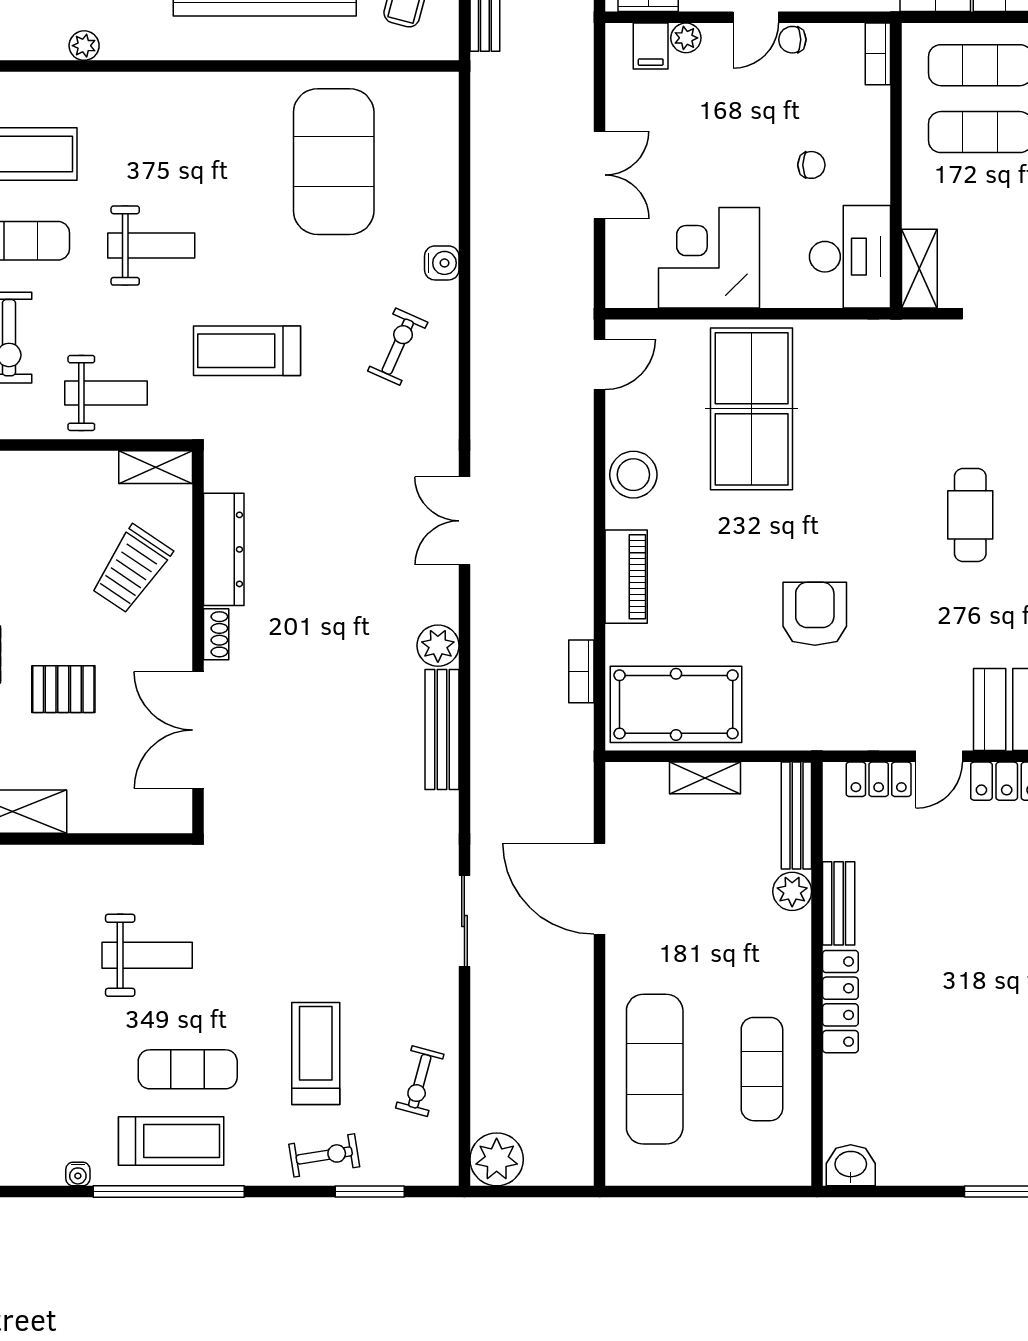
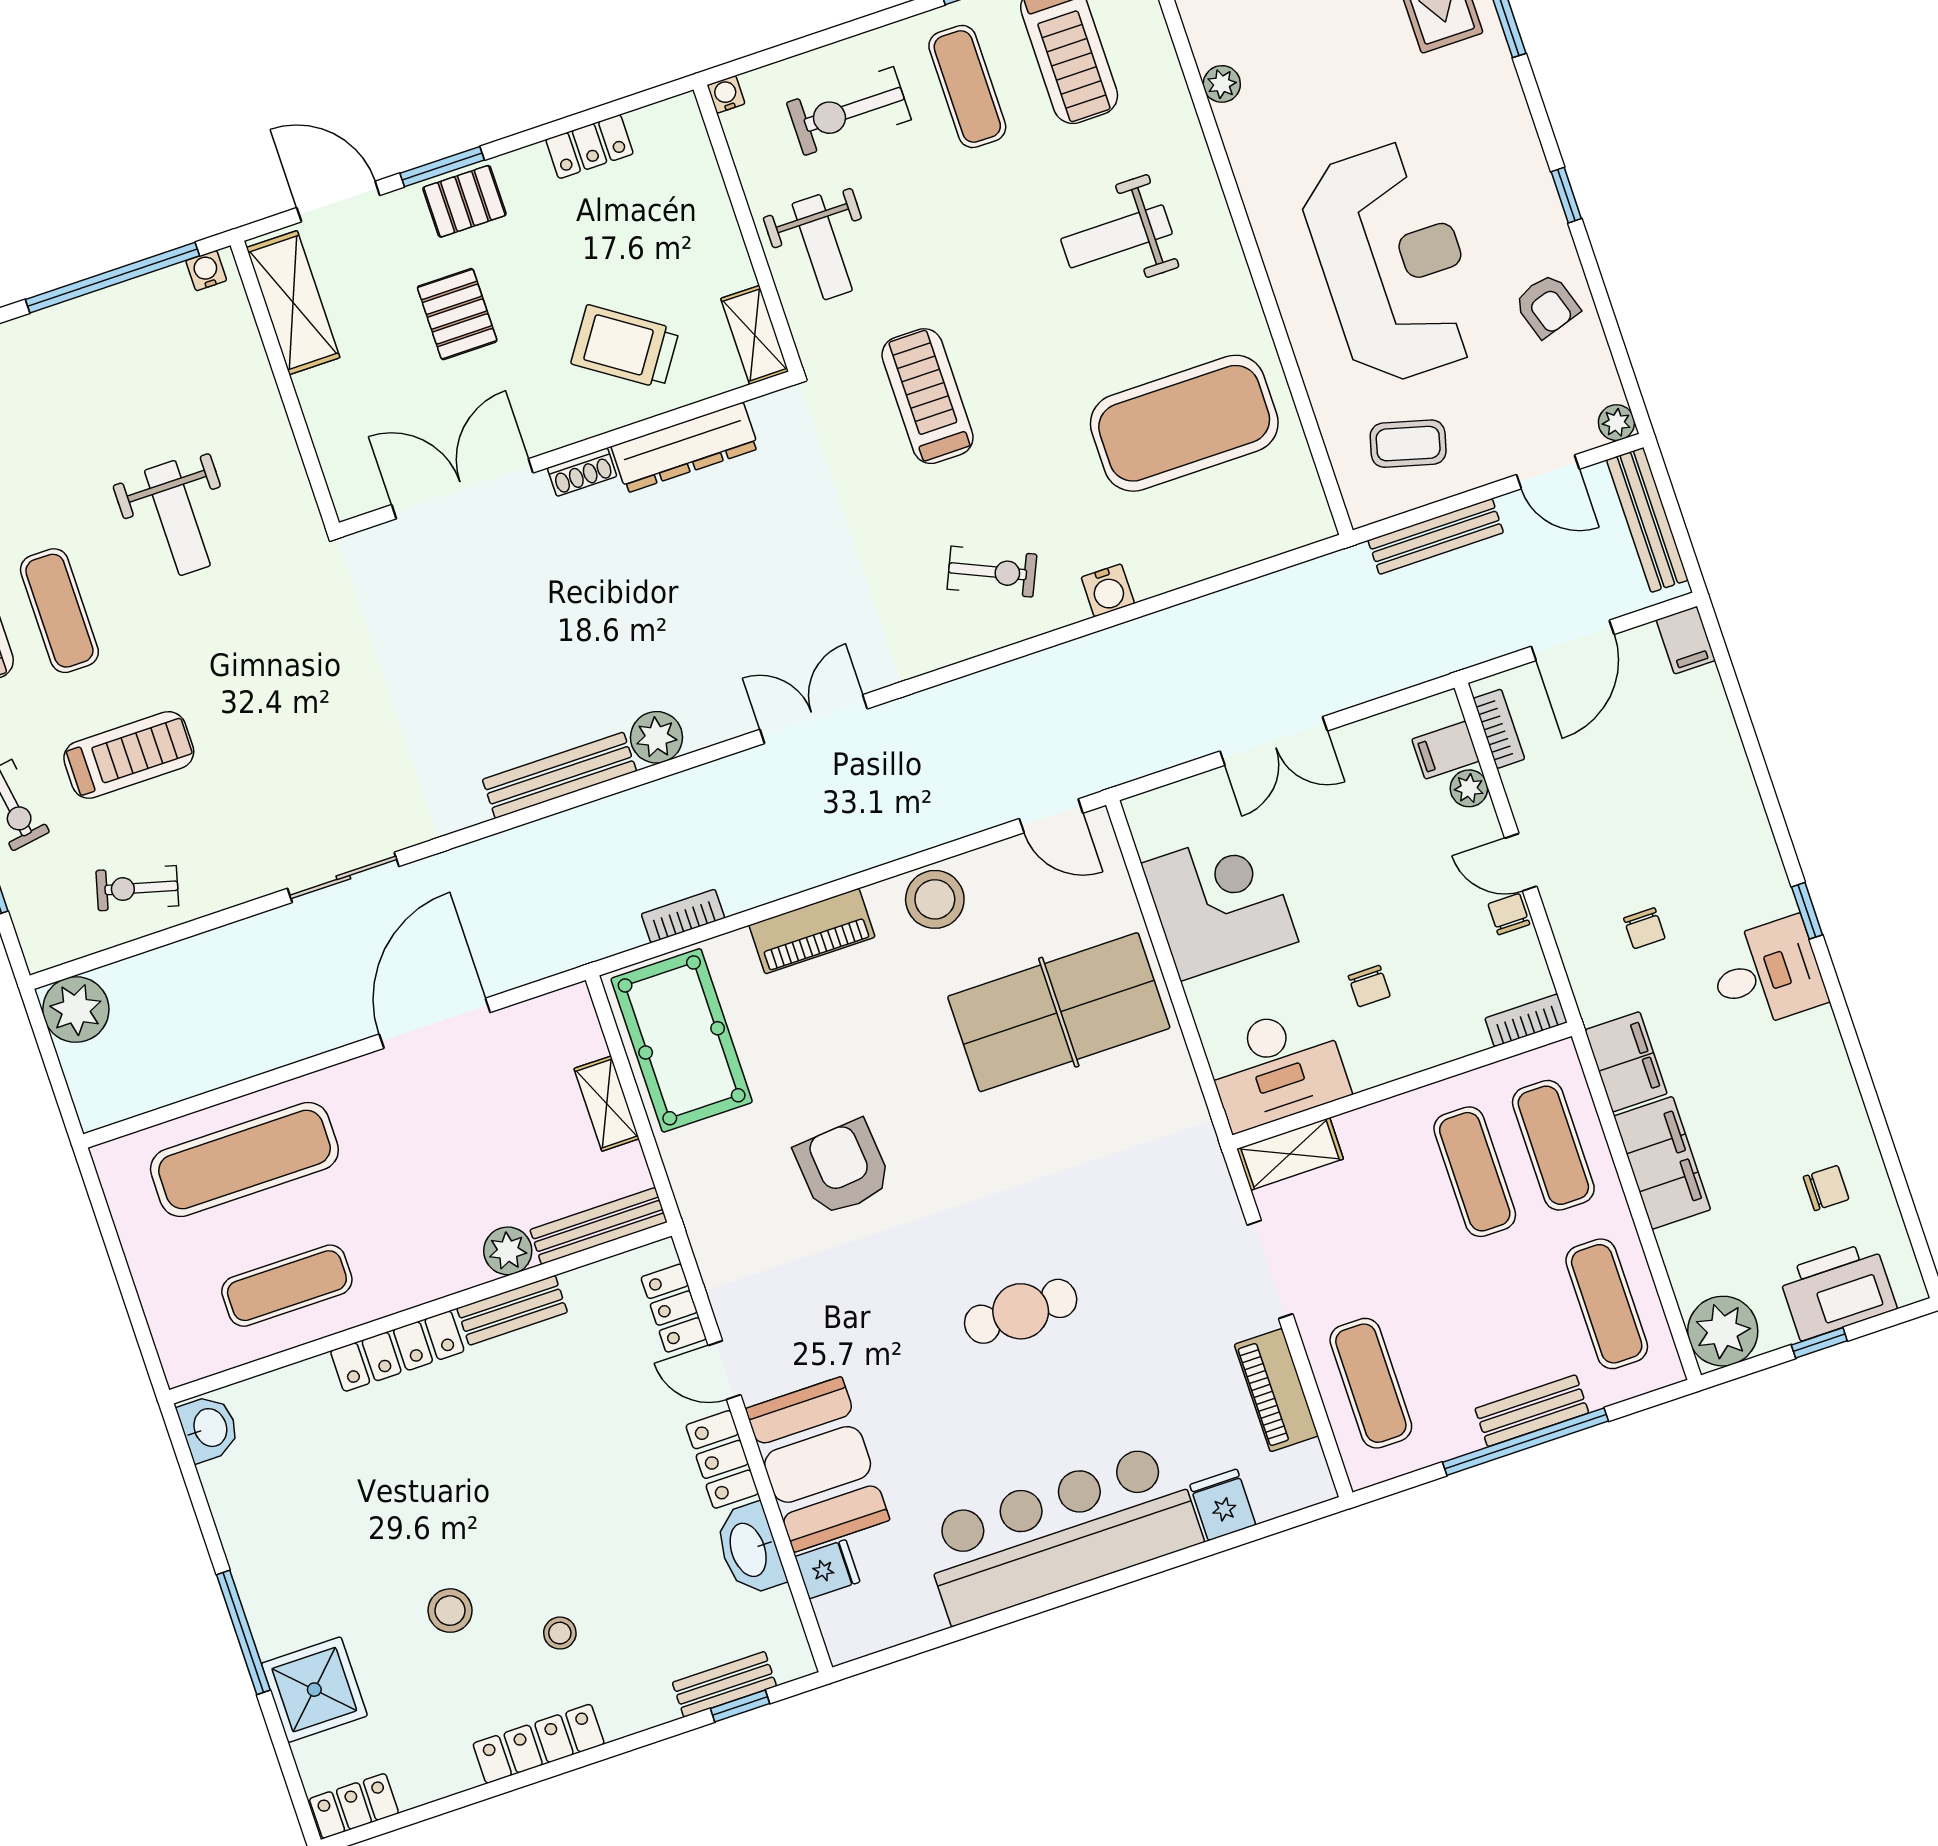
weight bench: (151, 246) -> (1117, 236), moved, turned 90
armchair: (815, 614) -> (843, 1168), turned -95

